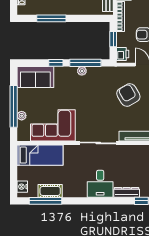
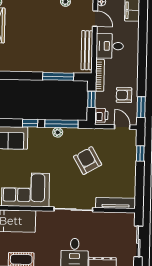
window: (51, 18) -> (58, 76), moved
armchair: (128, 95) -> (88, 161), moved

